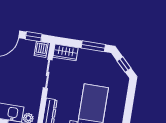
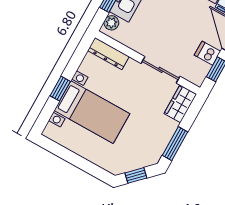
dishwasher: (41, 49) -> (207, 53), moved

